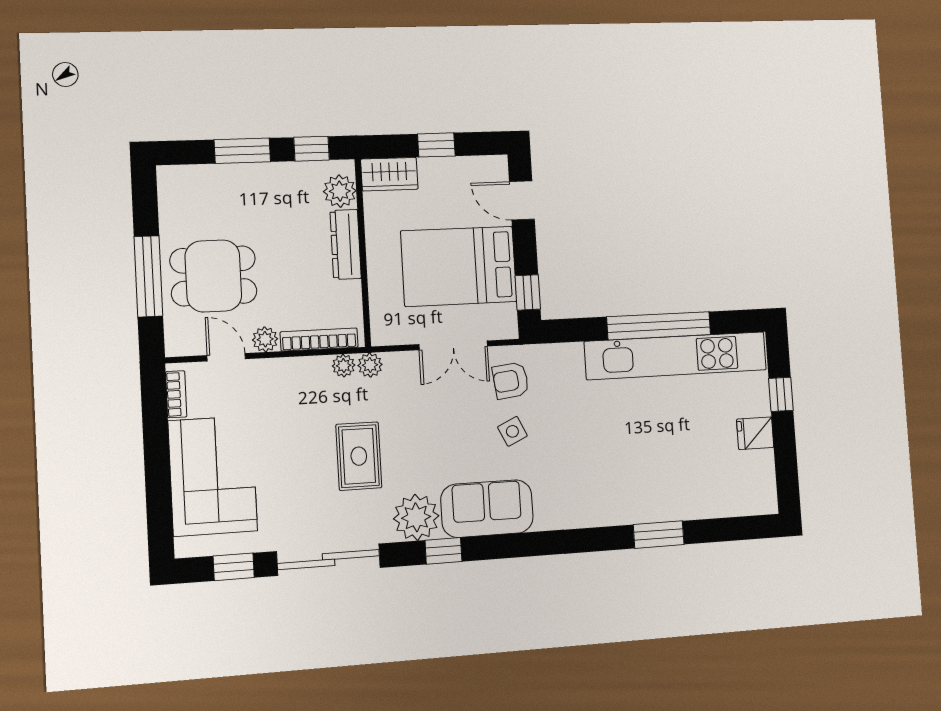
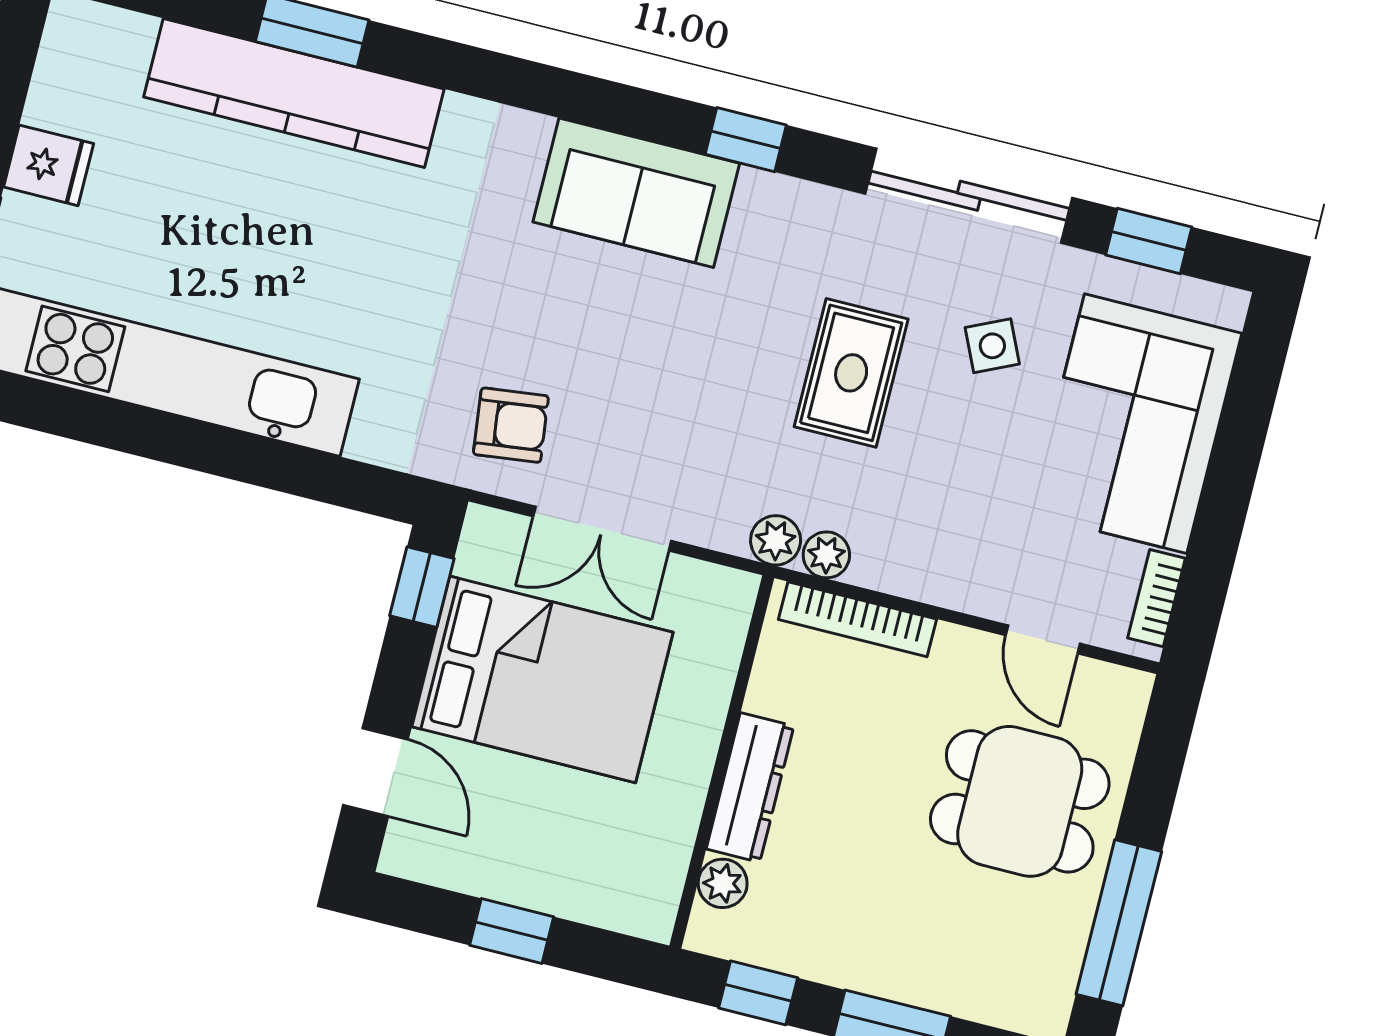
wardrobe: (389, 174) -> (622, 900), removed
plant: (340, 191) -> (723, 883), width x0.73, depth x0.73
window: (148, 276) -> (1119, 923), moved
window: (659, 326) -> (177, 441), removed
plant: (265, 339) -> (960, 651), removed
double door: (453, 345) -> (602, 529), swing flipped
side table: (512, 431) -> (992, 346), moved
kitchen counter: (658, 503) -> (294, 93), added
plant: (416, 517) -> (778, 221), removed

